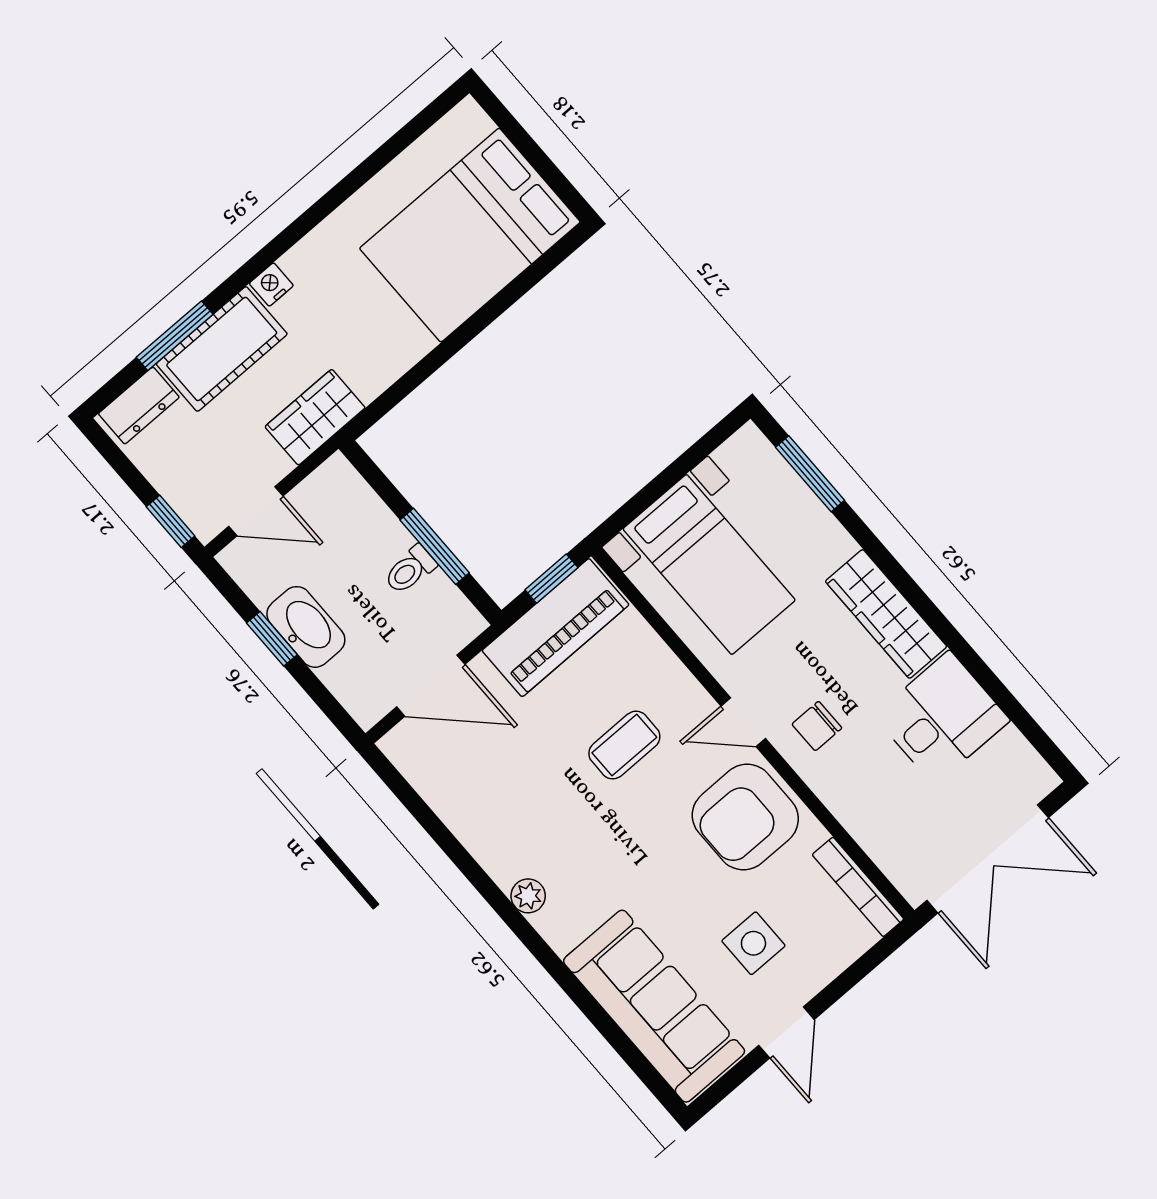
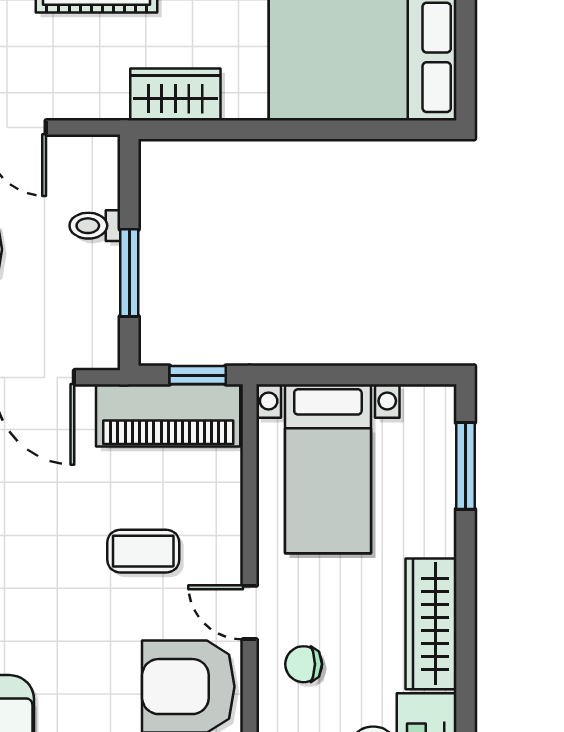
wardrobe: (315, 417) -> (175, 95), moved
toilet: (410, 570) -> (95, 226), moved

